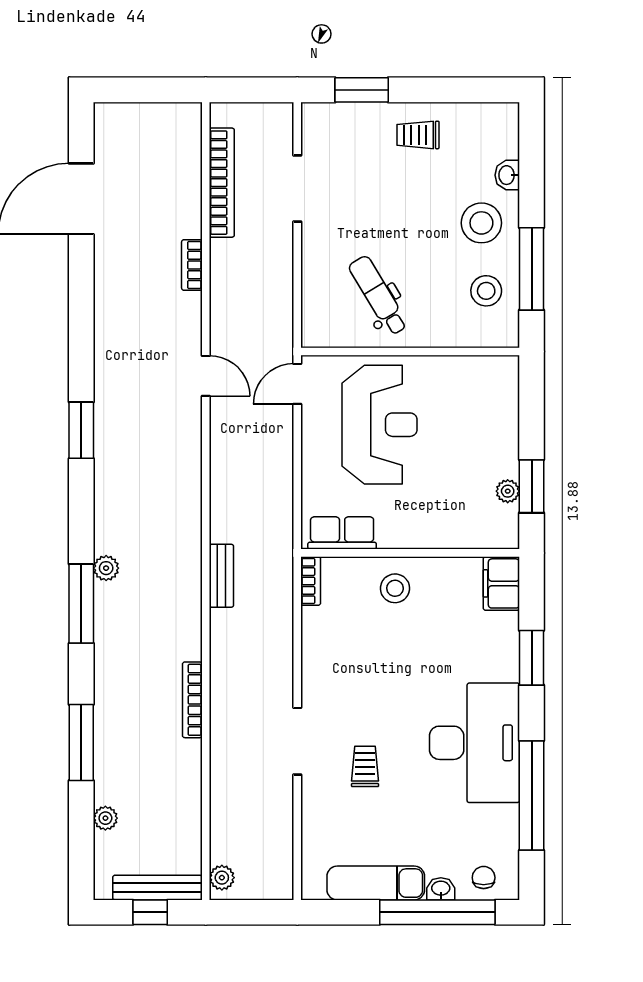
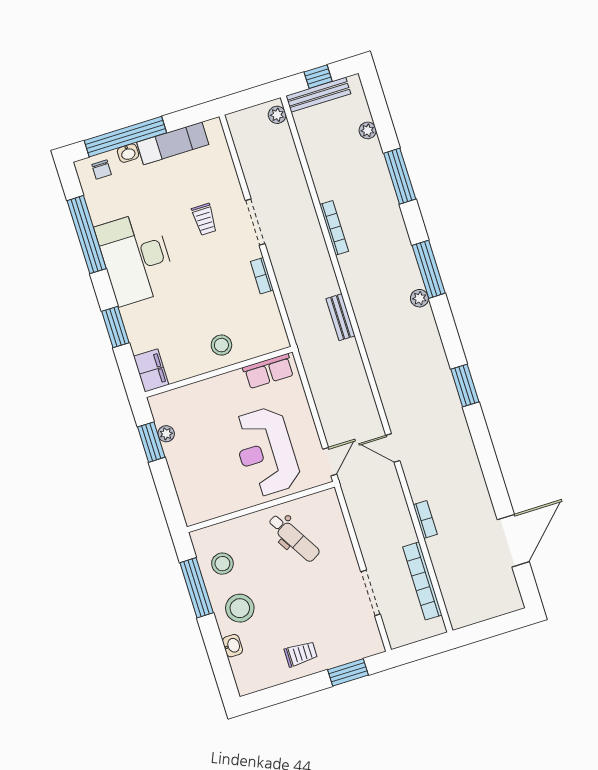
bookcase: (311, 581) -> (262, 276), moved

